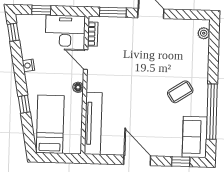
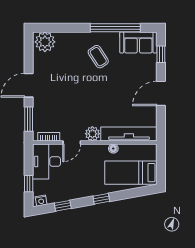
window: (13, 32) -> (63, 206), moved
plant: (204, 33) -> (45, 42), width x1.88, depth x1.88
nightstand: (28, 65) -> (41, 201), moved
plant: (95, 83) -> (92, 134), added
floor lamp: (78, 87) -> (113, 149), moved
window: (24, 104) -> (101, 199), moved

